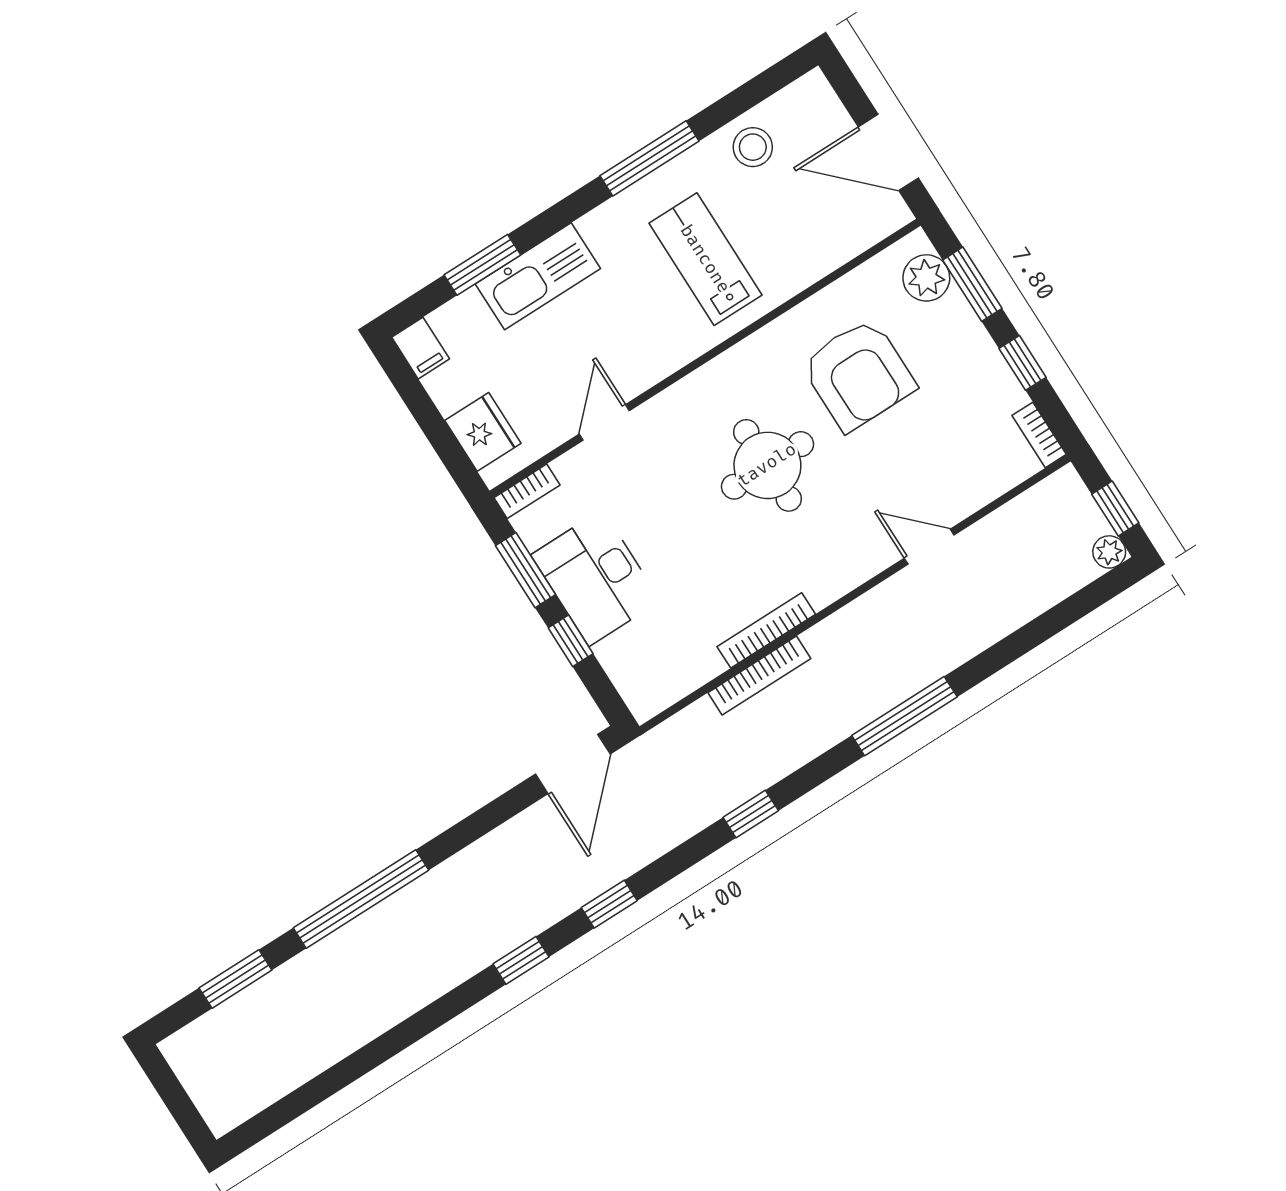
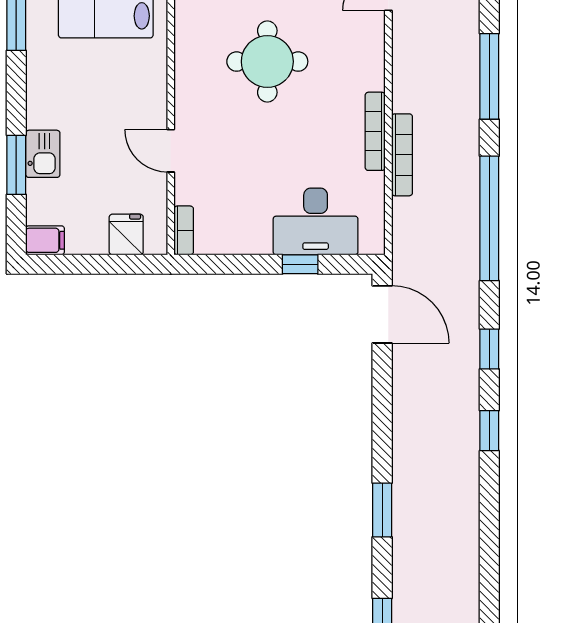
kitchen sink: (538, 276) -> (43, 154), width x0.53, depth x0.81
fridge: (483, 432) -> (126, 234), width x0.72
window: (526, 570) -> (235, 264), removed
desk: (596, 578) -> (316, 221), moved
window: (751, 814) -> (489, 218), width x3.17
window: (361, 899) -> (382, 510), width x0.47

